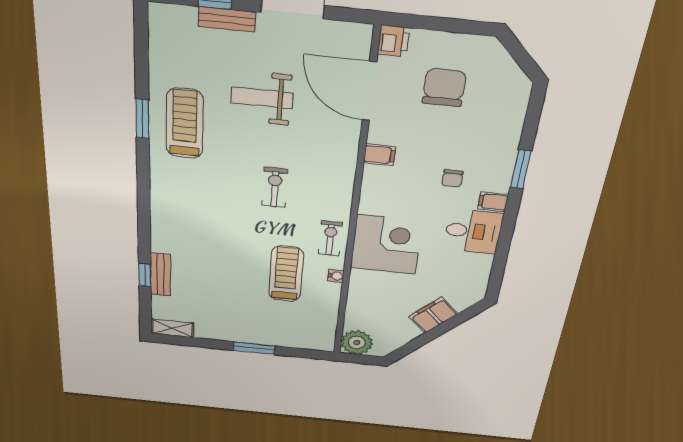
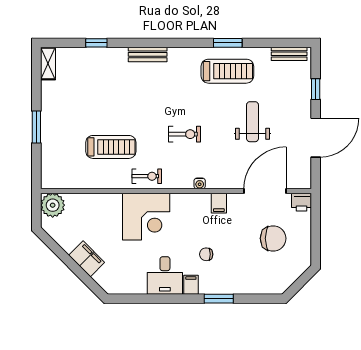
bench: (227, 19) -> (289, 54), moved, turned 90
bench: (160, 275) -> (148, 54), moved
water cooler: (336, 276) -> (200, 183), moved

